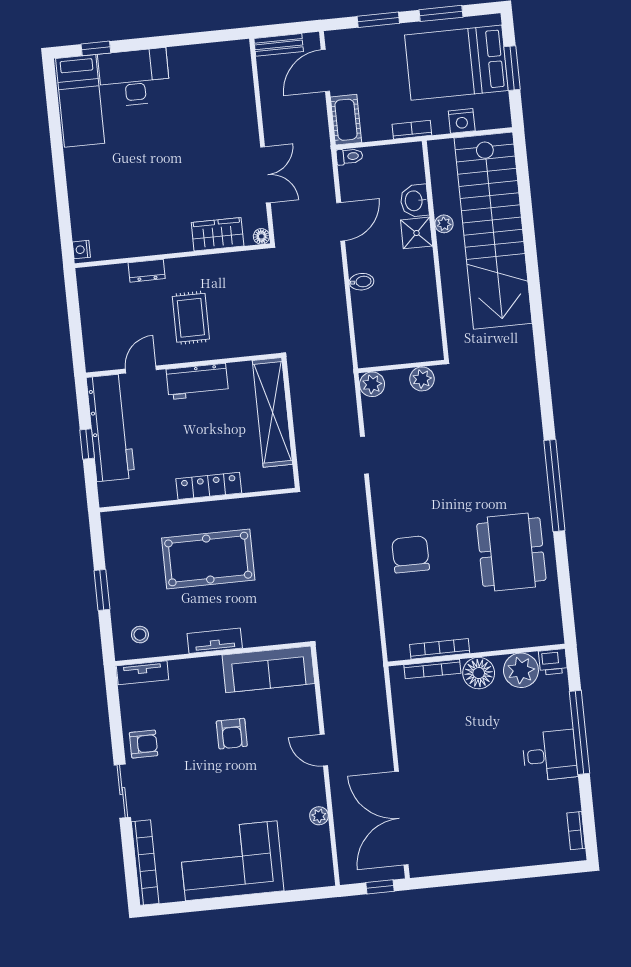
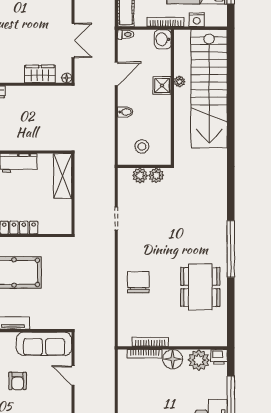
bookcase: (412, 130) -> (166, 22), width x1.56
washbasin: (414, 201) -> (163, 39), moved
rug: (191, 318) -> (18, 123), removed
stool: (394, 335) -> (142, 146), added
plant: (372, 384) -> (140, 175), moved
shelving: (273, 412) -> (63, 176), width x0.68
door: (324, 750) -> (73, 375), moved

